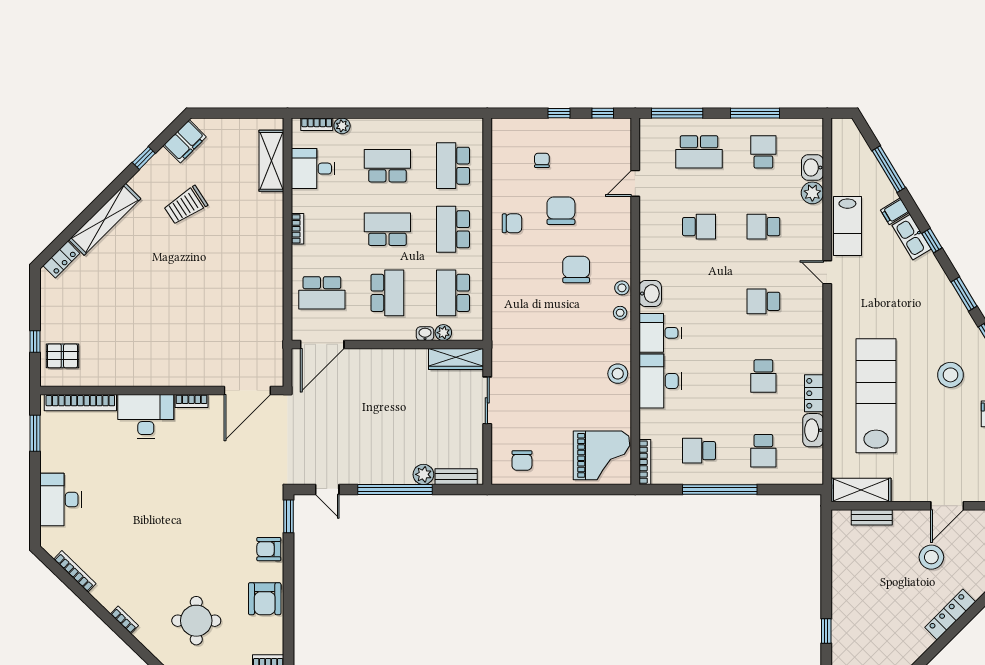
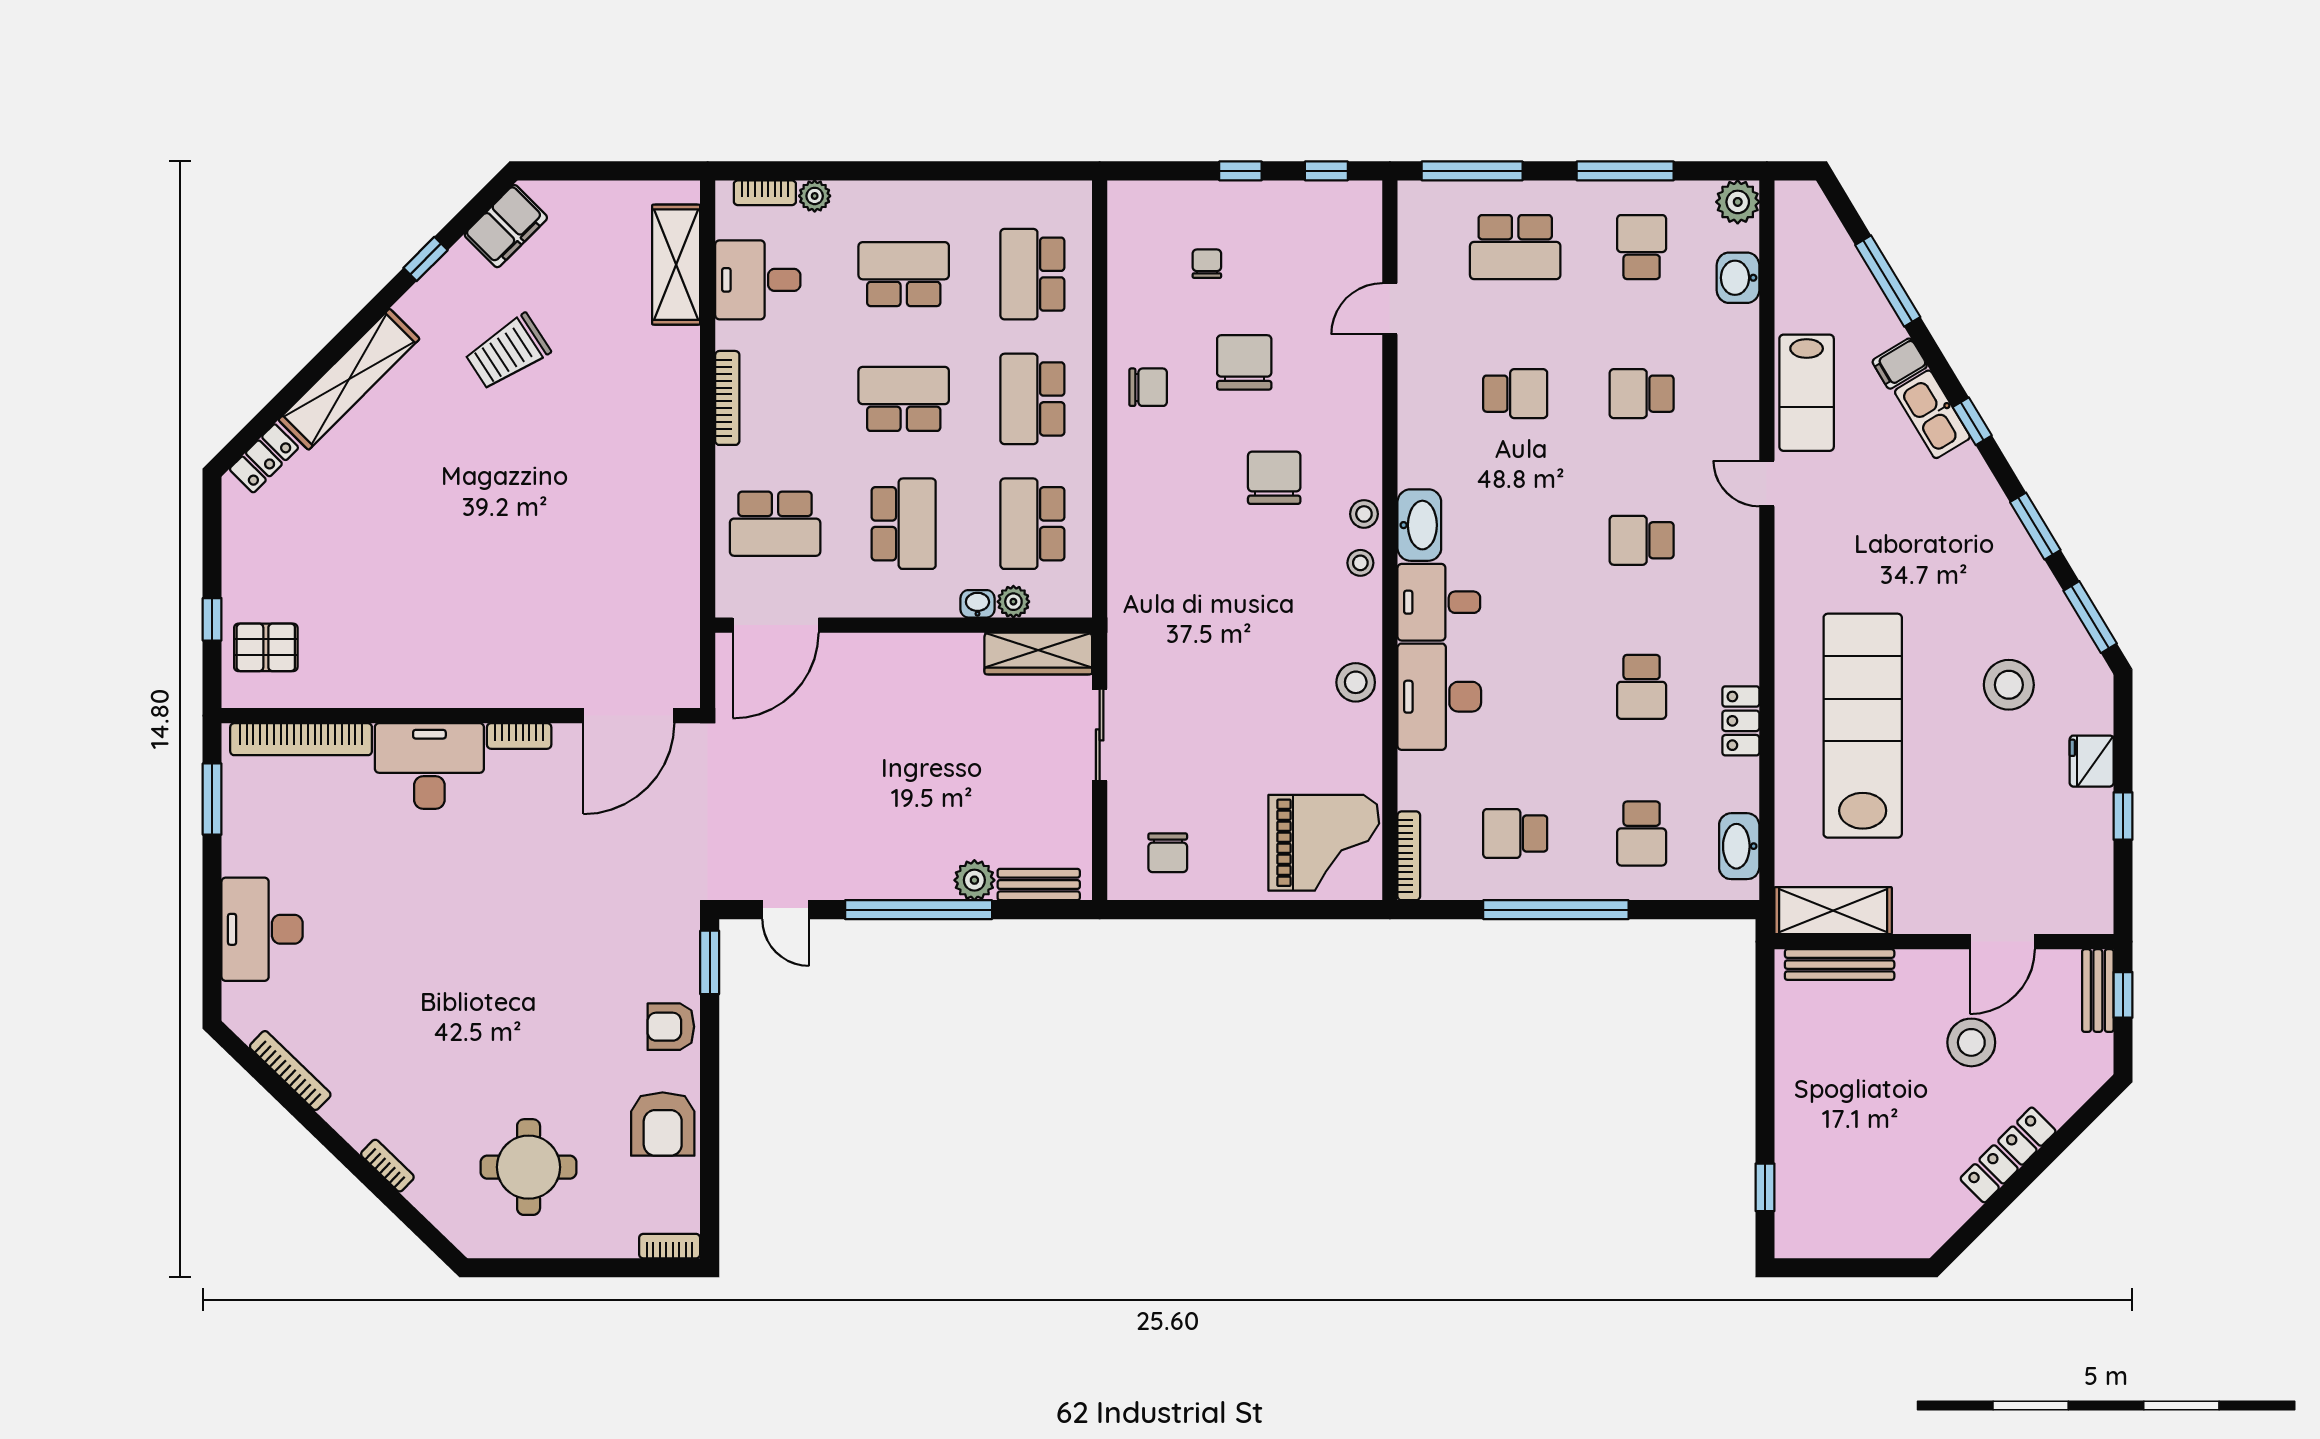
plant: (812, 193) -> (1738, 202), moved
bookcase: (298, 229) -> (727, 398), width x1.56
washbasin: (650, 294) -> (1419, 525), width x1.38
washbasin: (813, 430) -> (1739, 846), moved
bench: (872, 517) -> (1840, 965), width x1.36

